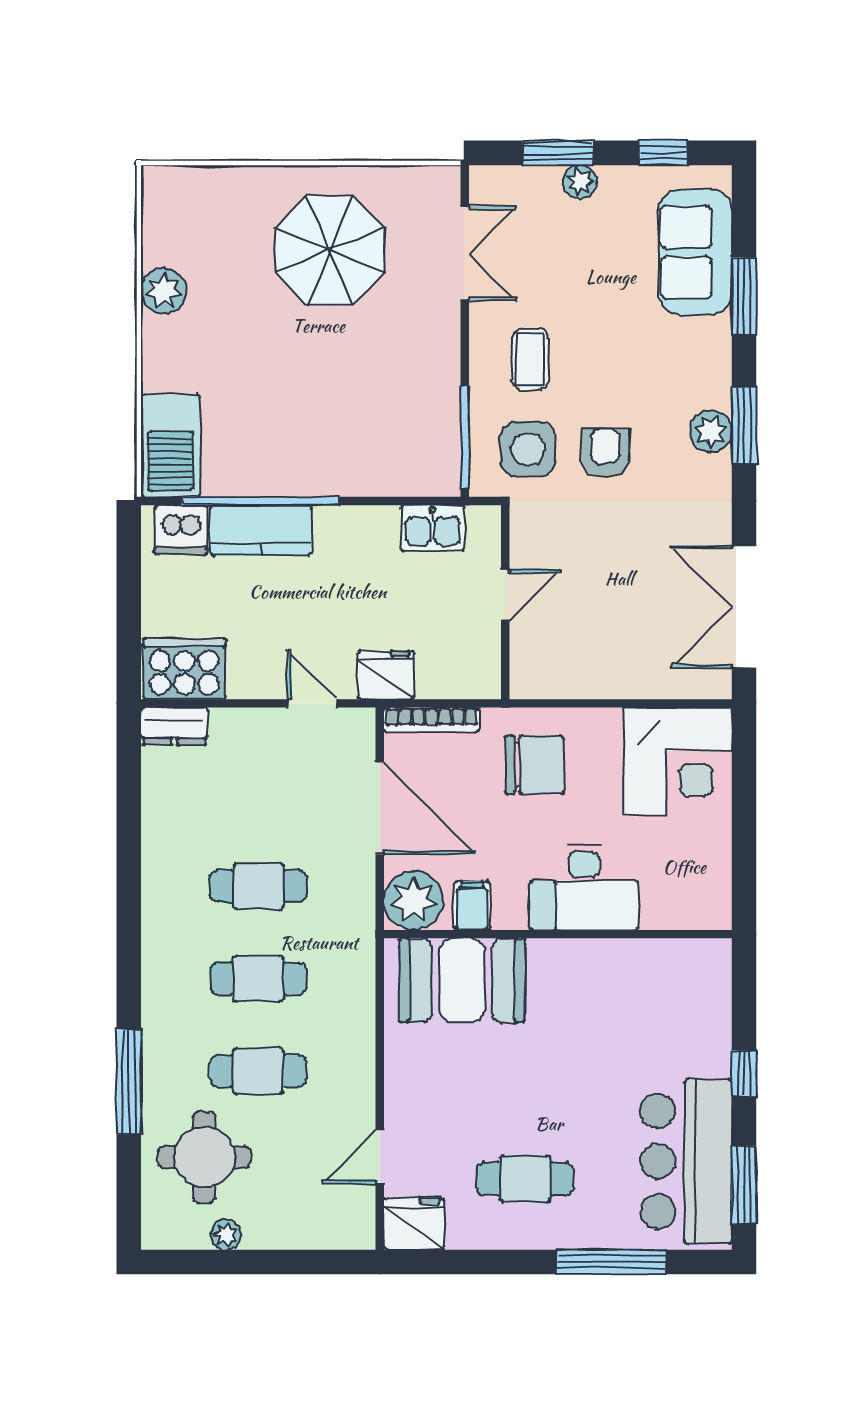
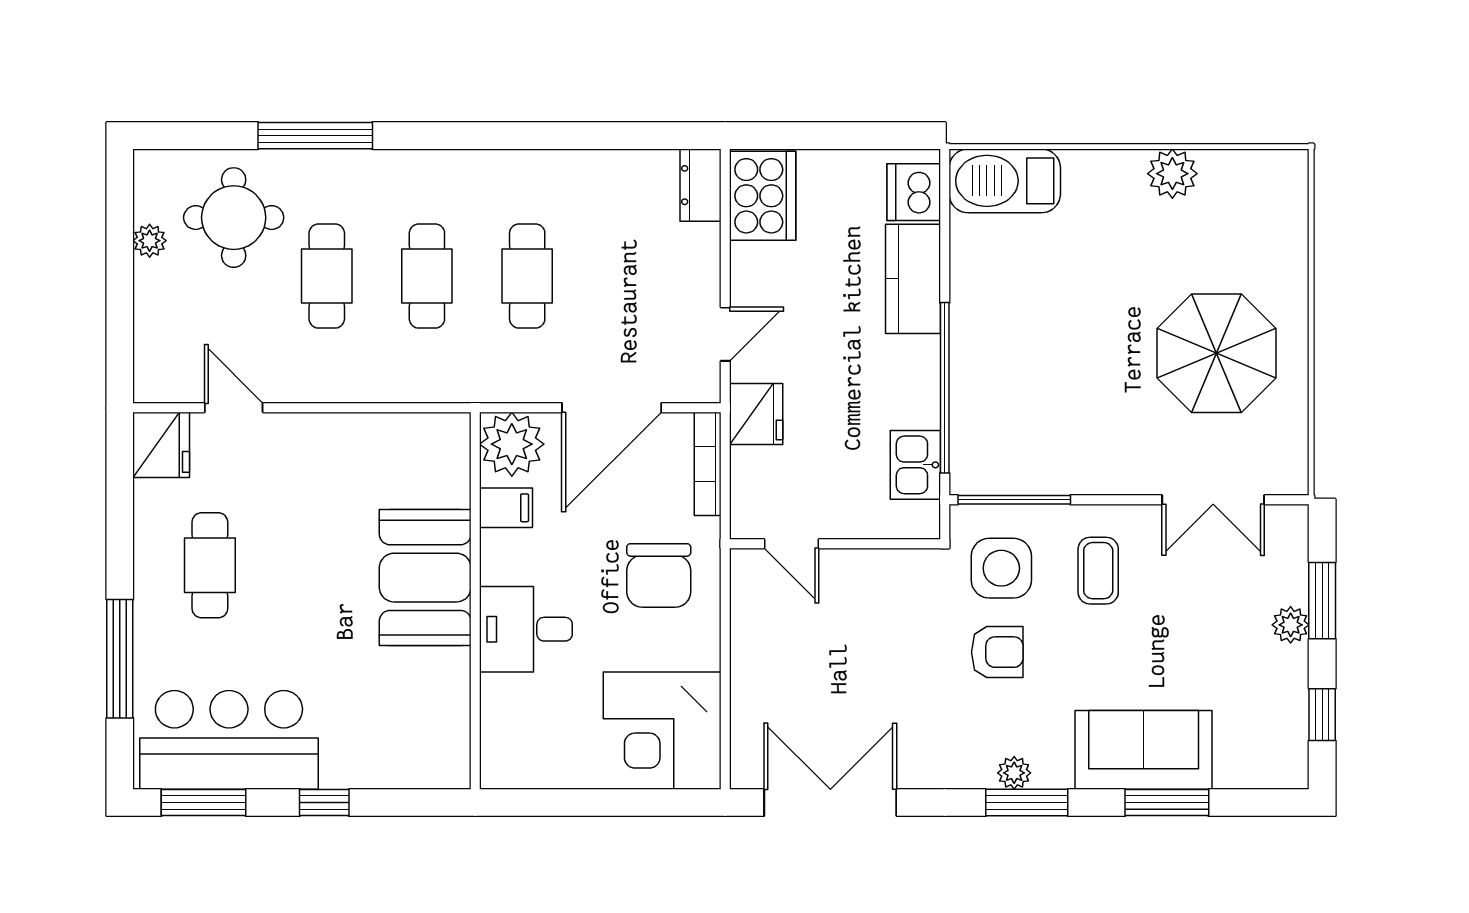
sofa: (695, 252) -> (1144, 750), moved
coffee table: (530, 359) -> (1098, 571), turned 90
plant: (711, 431) -> (1014, 773), width x0.73, depth x0.73
window: (261, 501) -> (945, 388), moved
door: (505, 595) -> (791, 544), moved
desk: (584, 887) -> (526, 629), width x0.73
booth: (462, 980) -> (425, 578), moved

